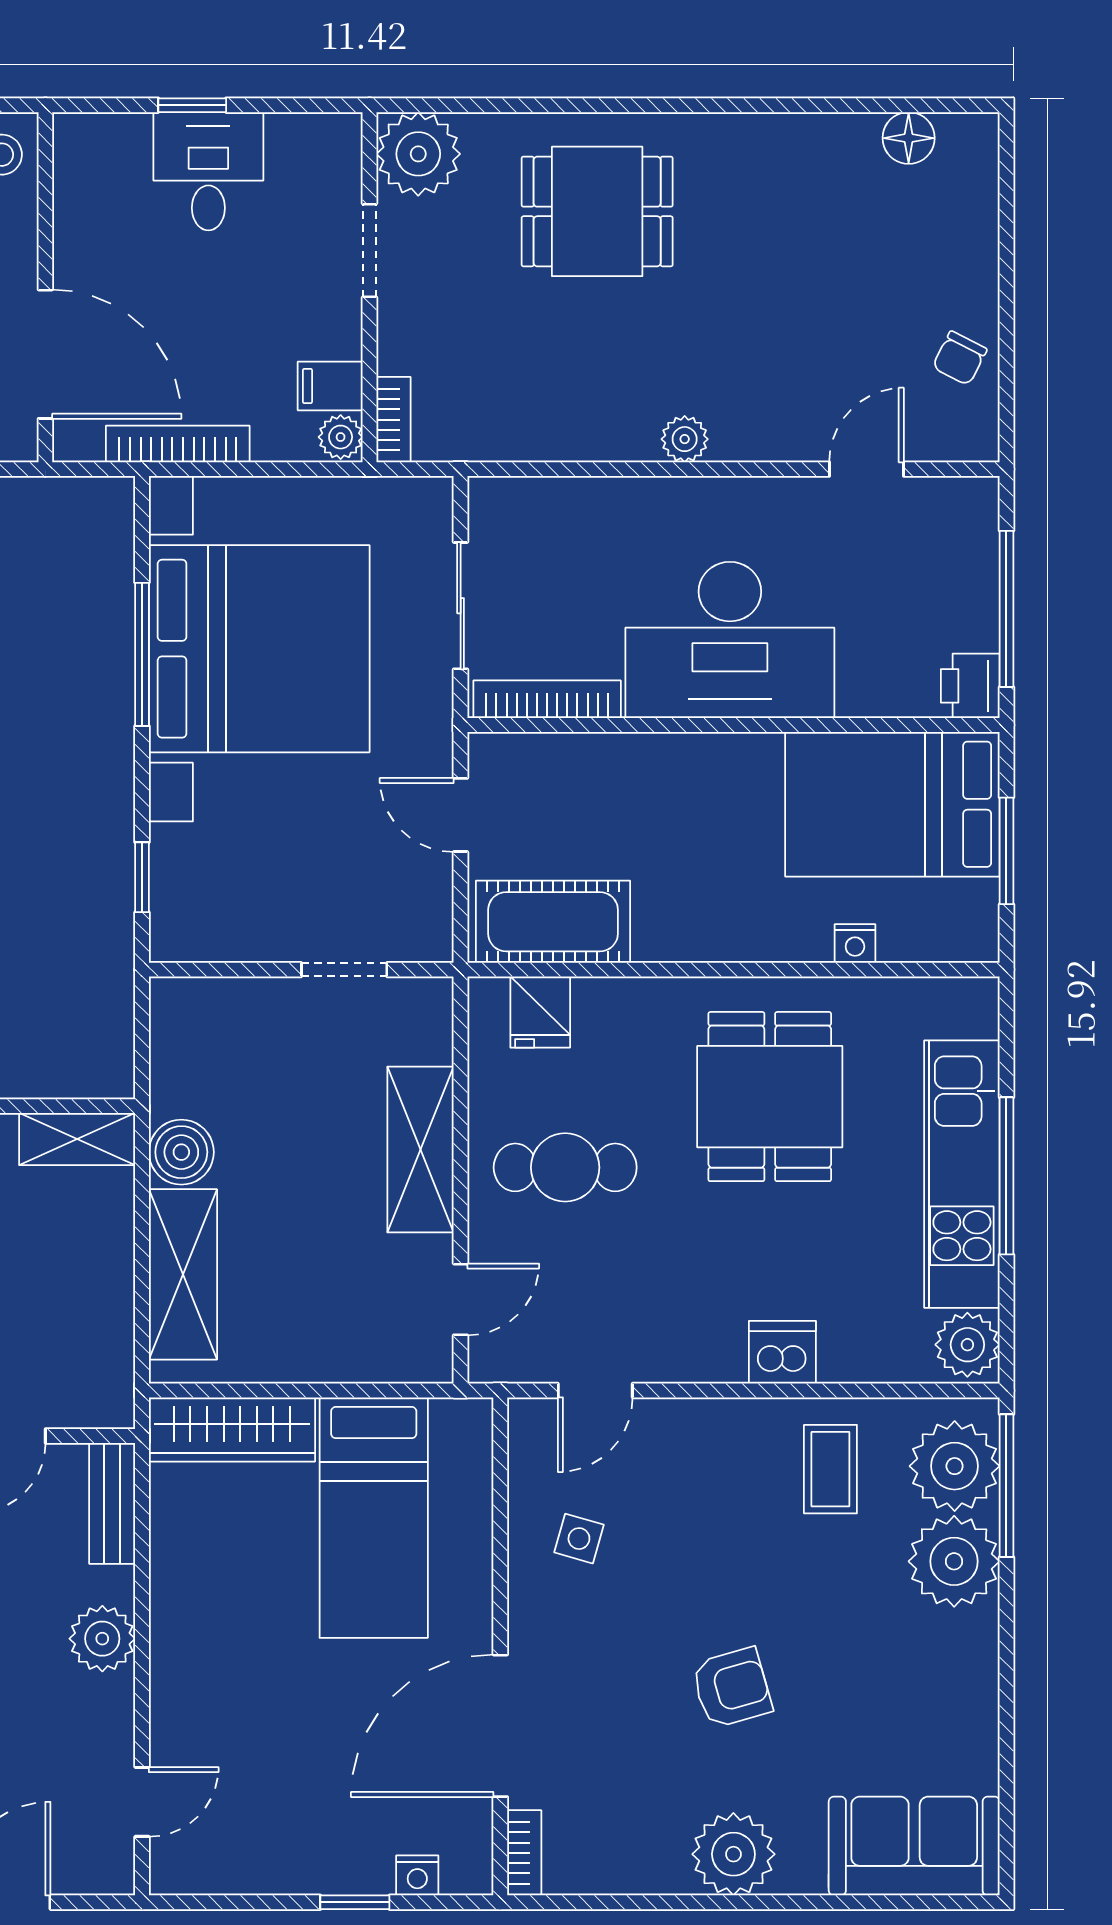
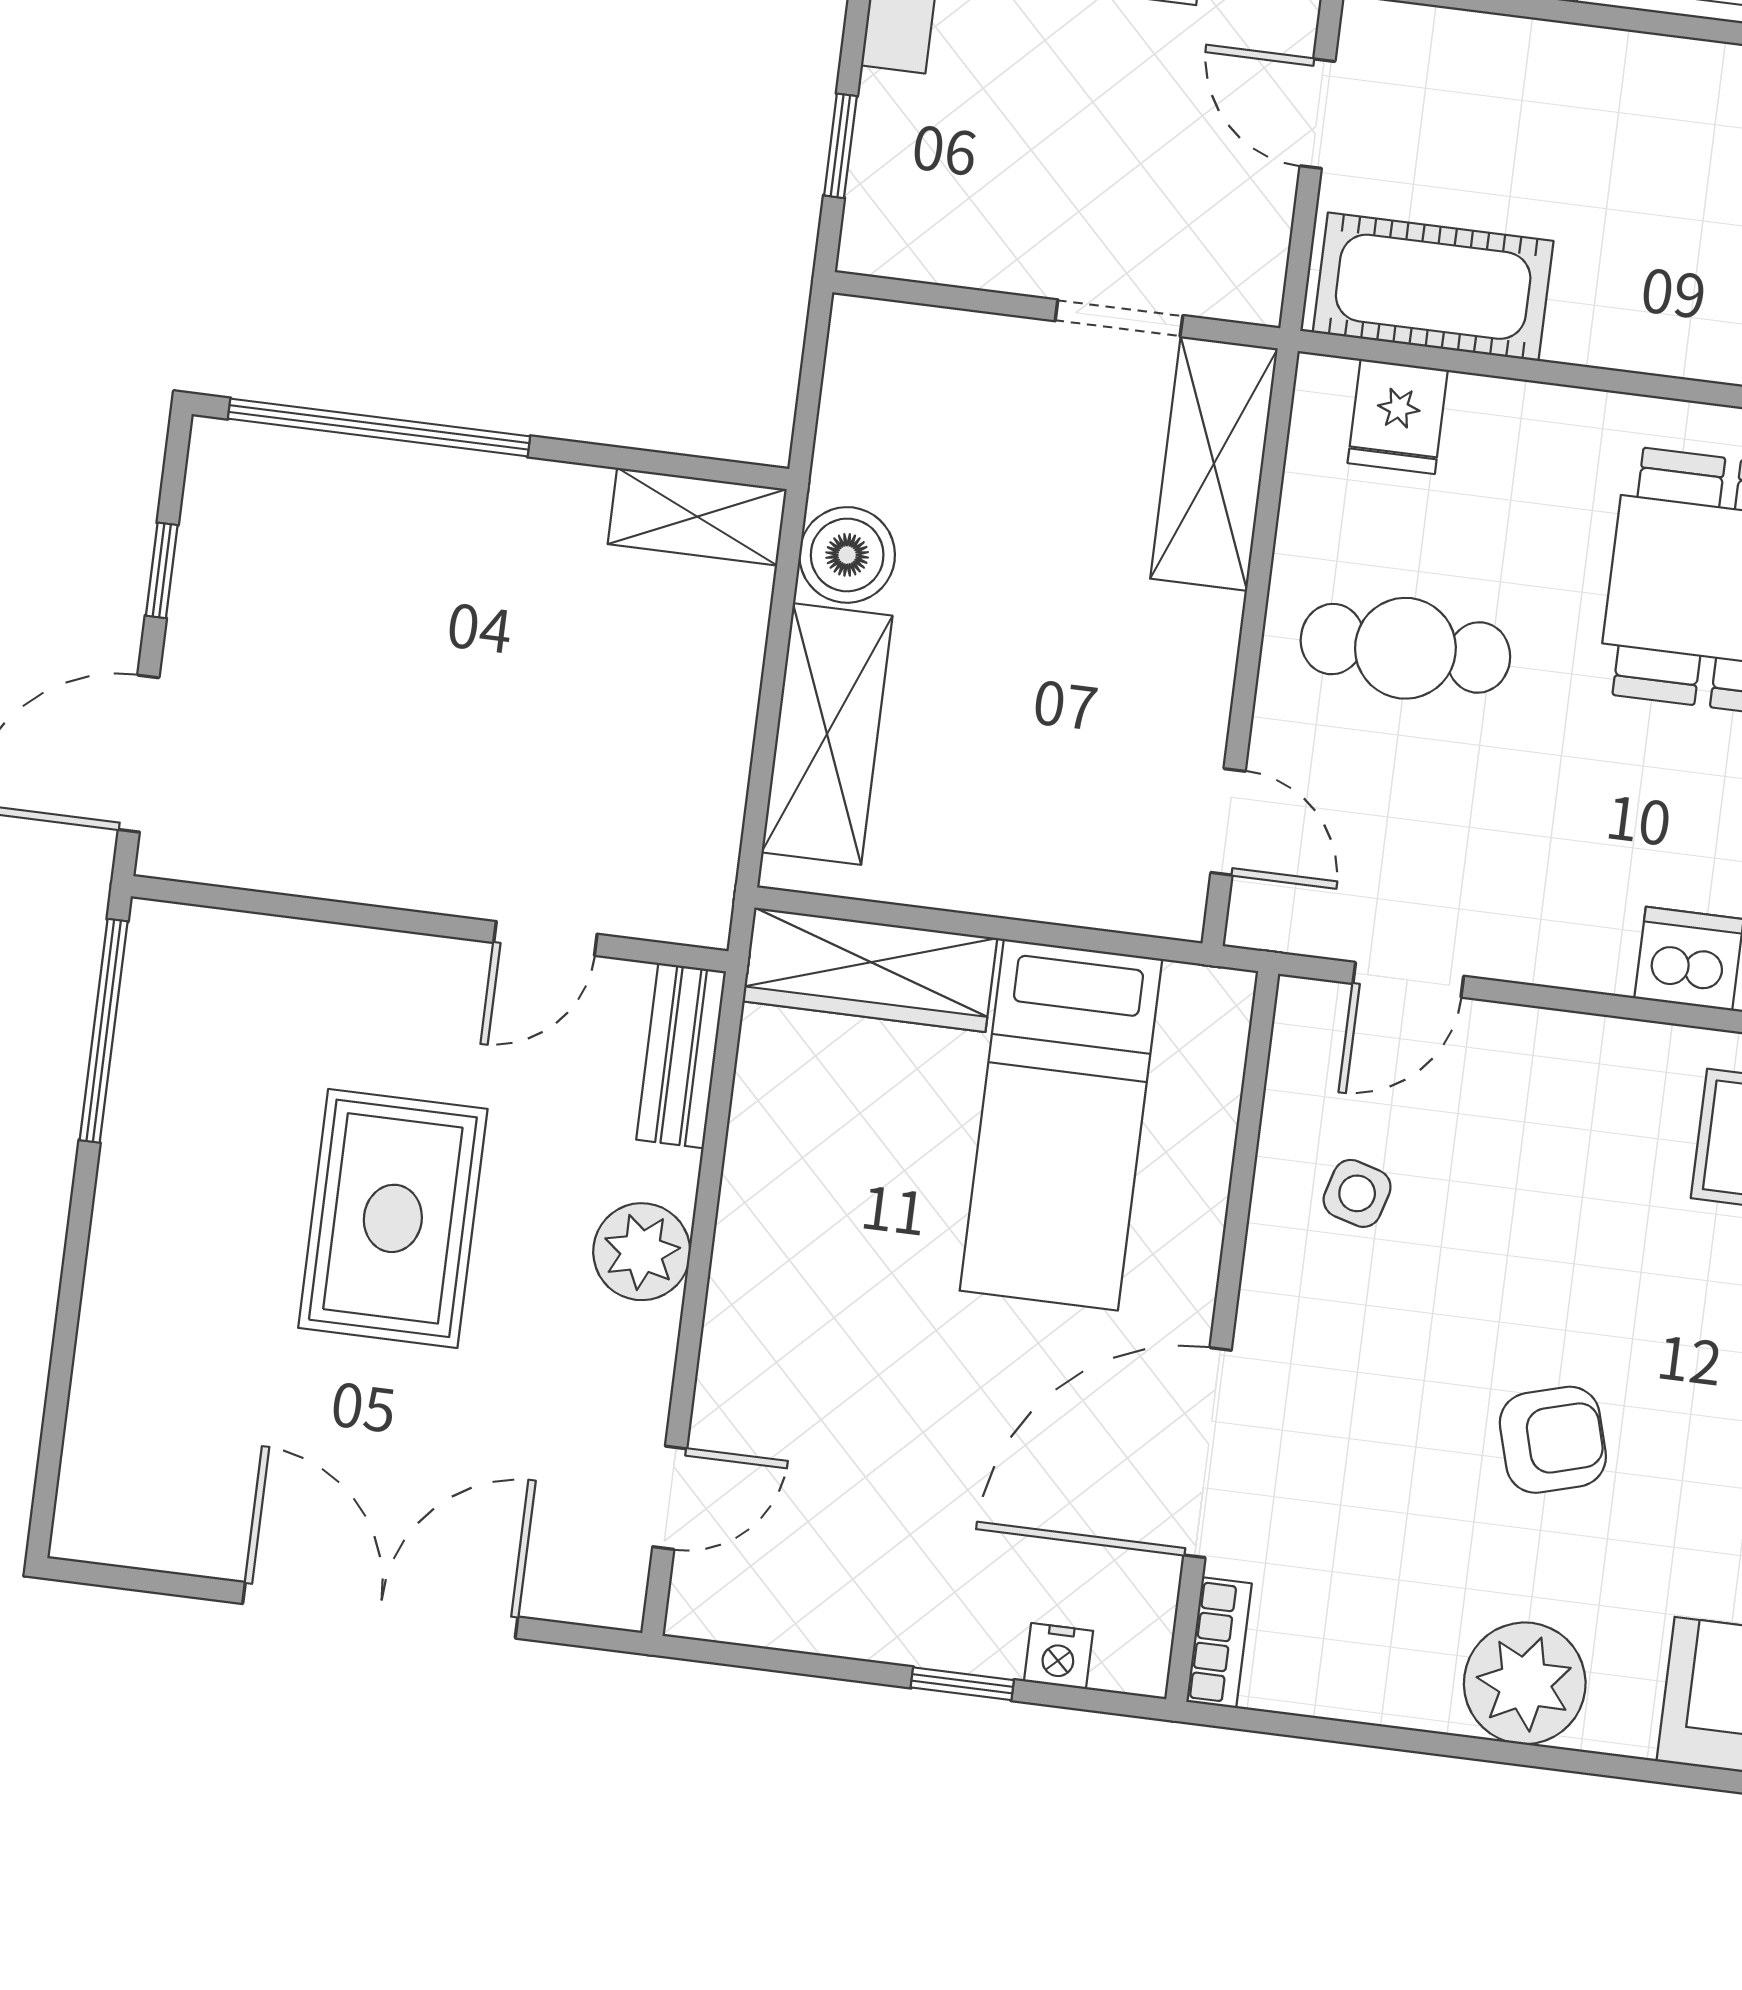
shelving: (421, 1149) -> (1214, 464), moved
door: (461, 1299) -> (1228, 822), hinge flipped

